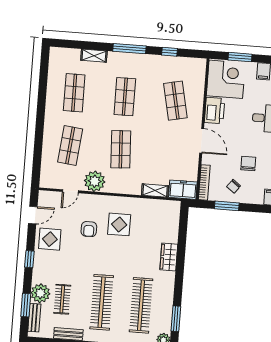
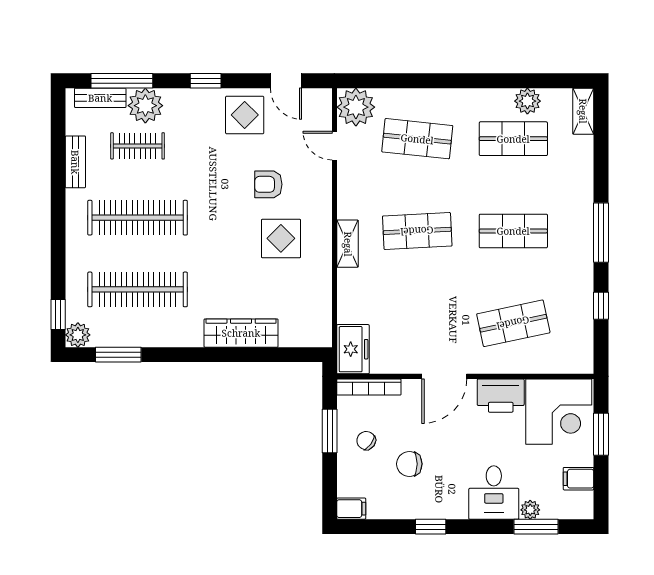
shelving: (94, 56) -> (583, 111), moved
plant: (54, 83) -> (527, 101), added
chair: (248, 164) -> (409, 464), turned 180
plant: (95, 181) -> (356, 107), moved
shelving: (155, 190) -> (348, 244), moved
wardrobe: (169, 257) -> (241, 333), width x1.50
window: (26, 305) -> (122, 81), width x1.44

